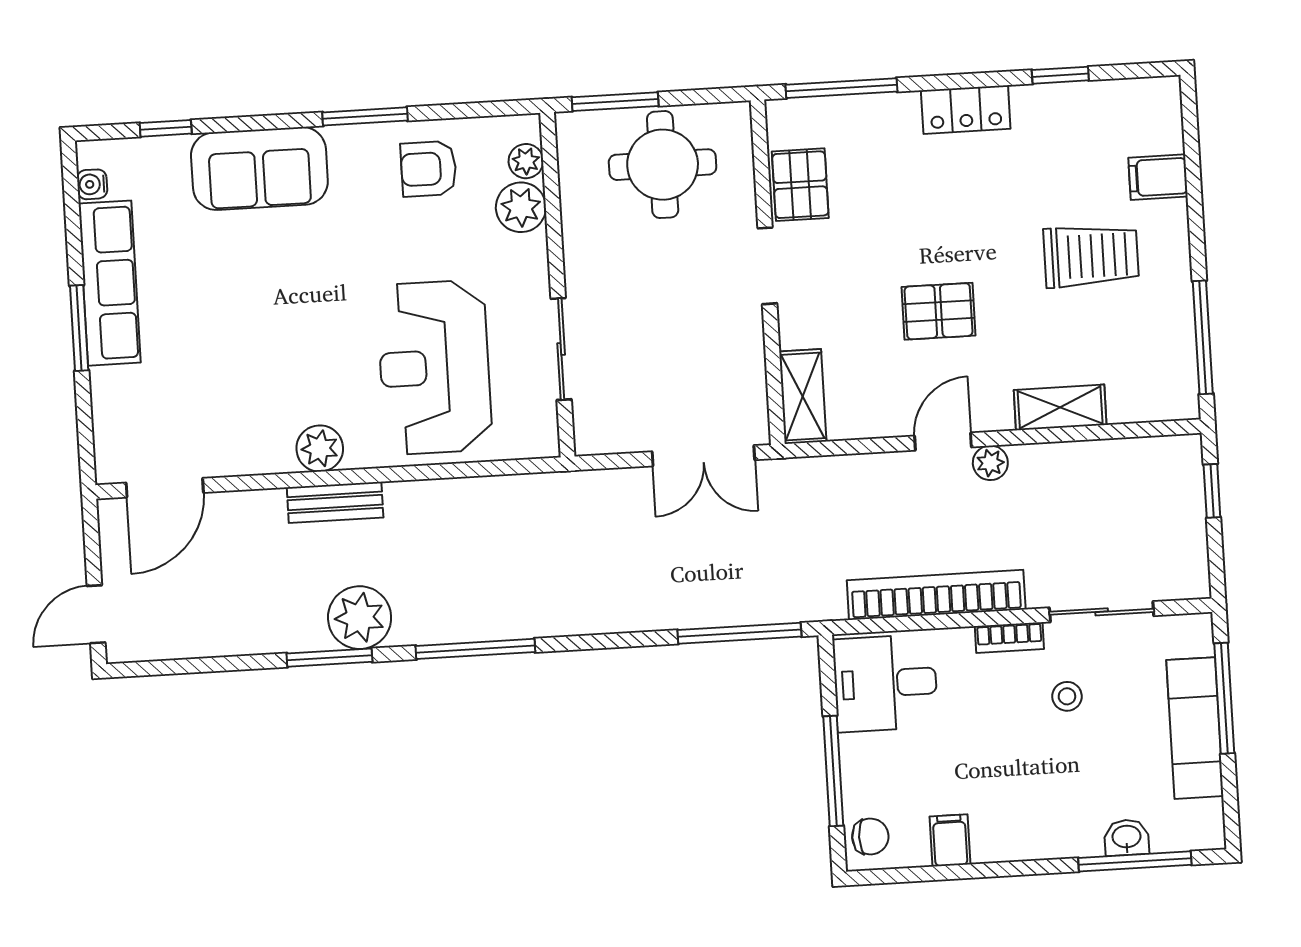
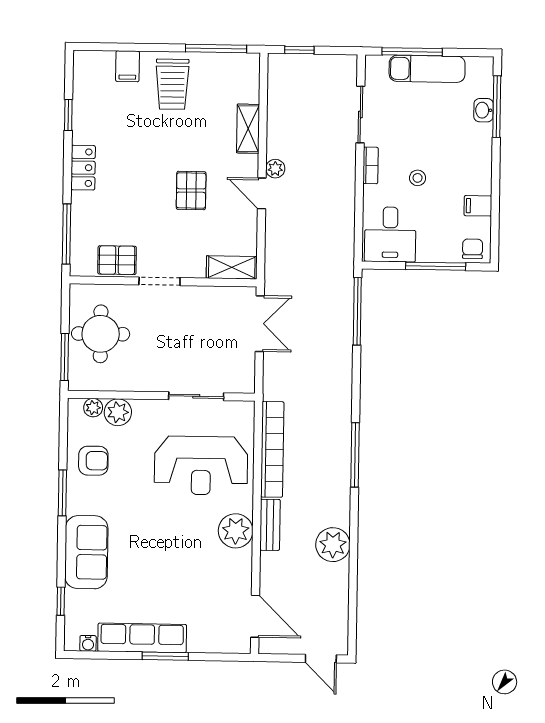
armchair: (428, 169) -> (93, 461), turned -90
trolley: (1091, 256) -> (172, 84), moved, turned 180
plant: (320, 448) -> (236, 531), width x1.36, depth x1.36
bookcase: (936, 595) -> (272, 449), moved, turned 180
plant: (360, 618) -> (333, 545), moved
window: (329, 658) -> (354, 534), removed
stool: (1067, 696) -> (418, 178), moved

